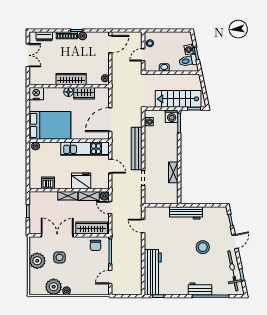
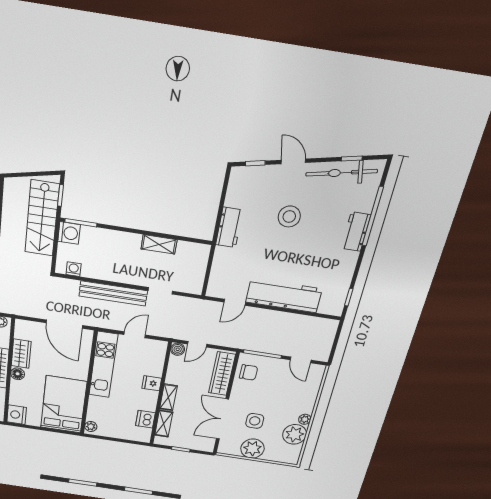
fridge: (81, 181) -> (152, 383), width x0.53, depth x0.75
shelving: (89, 196) -> (164, 424), moved
workbench: (186, 213) -> (229, 227), width x0.73
workbench: (153, 272) -> (284, 295), moved

